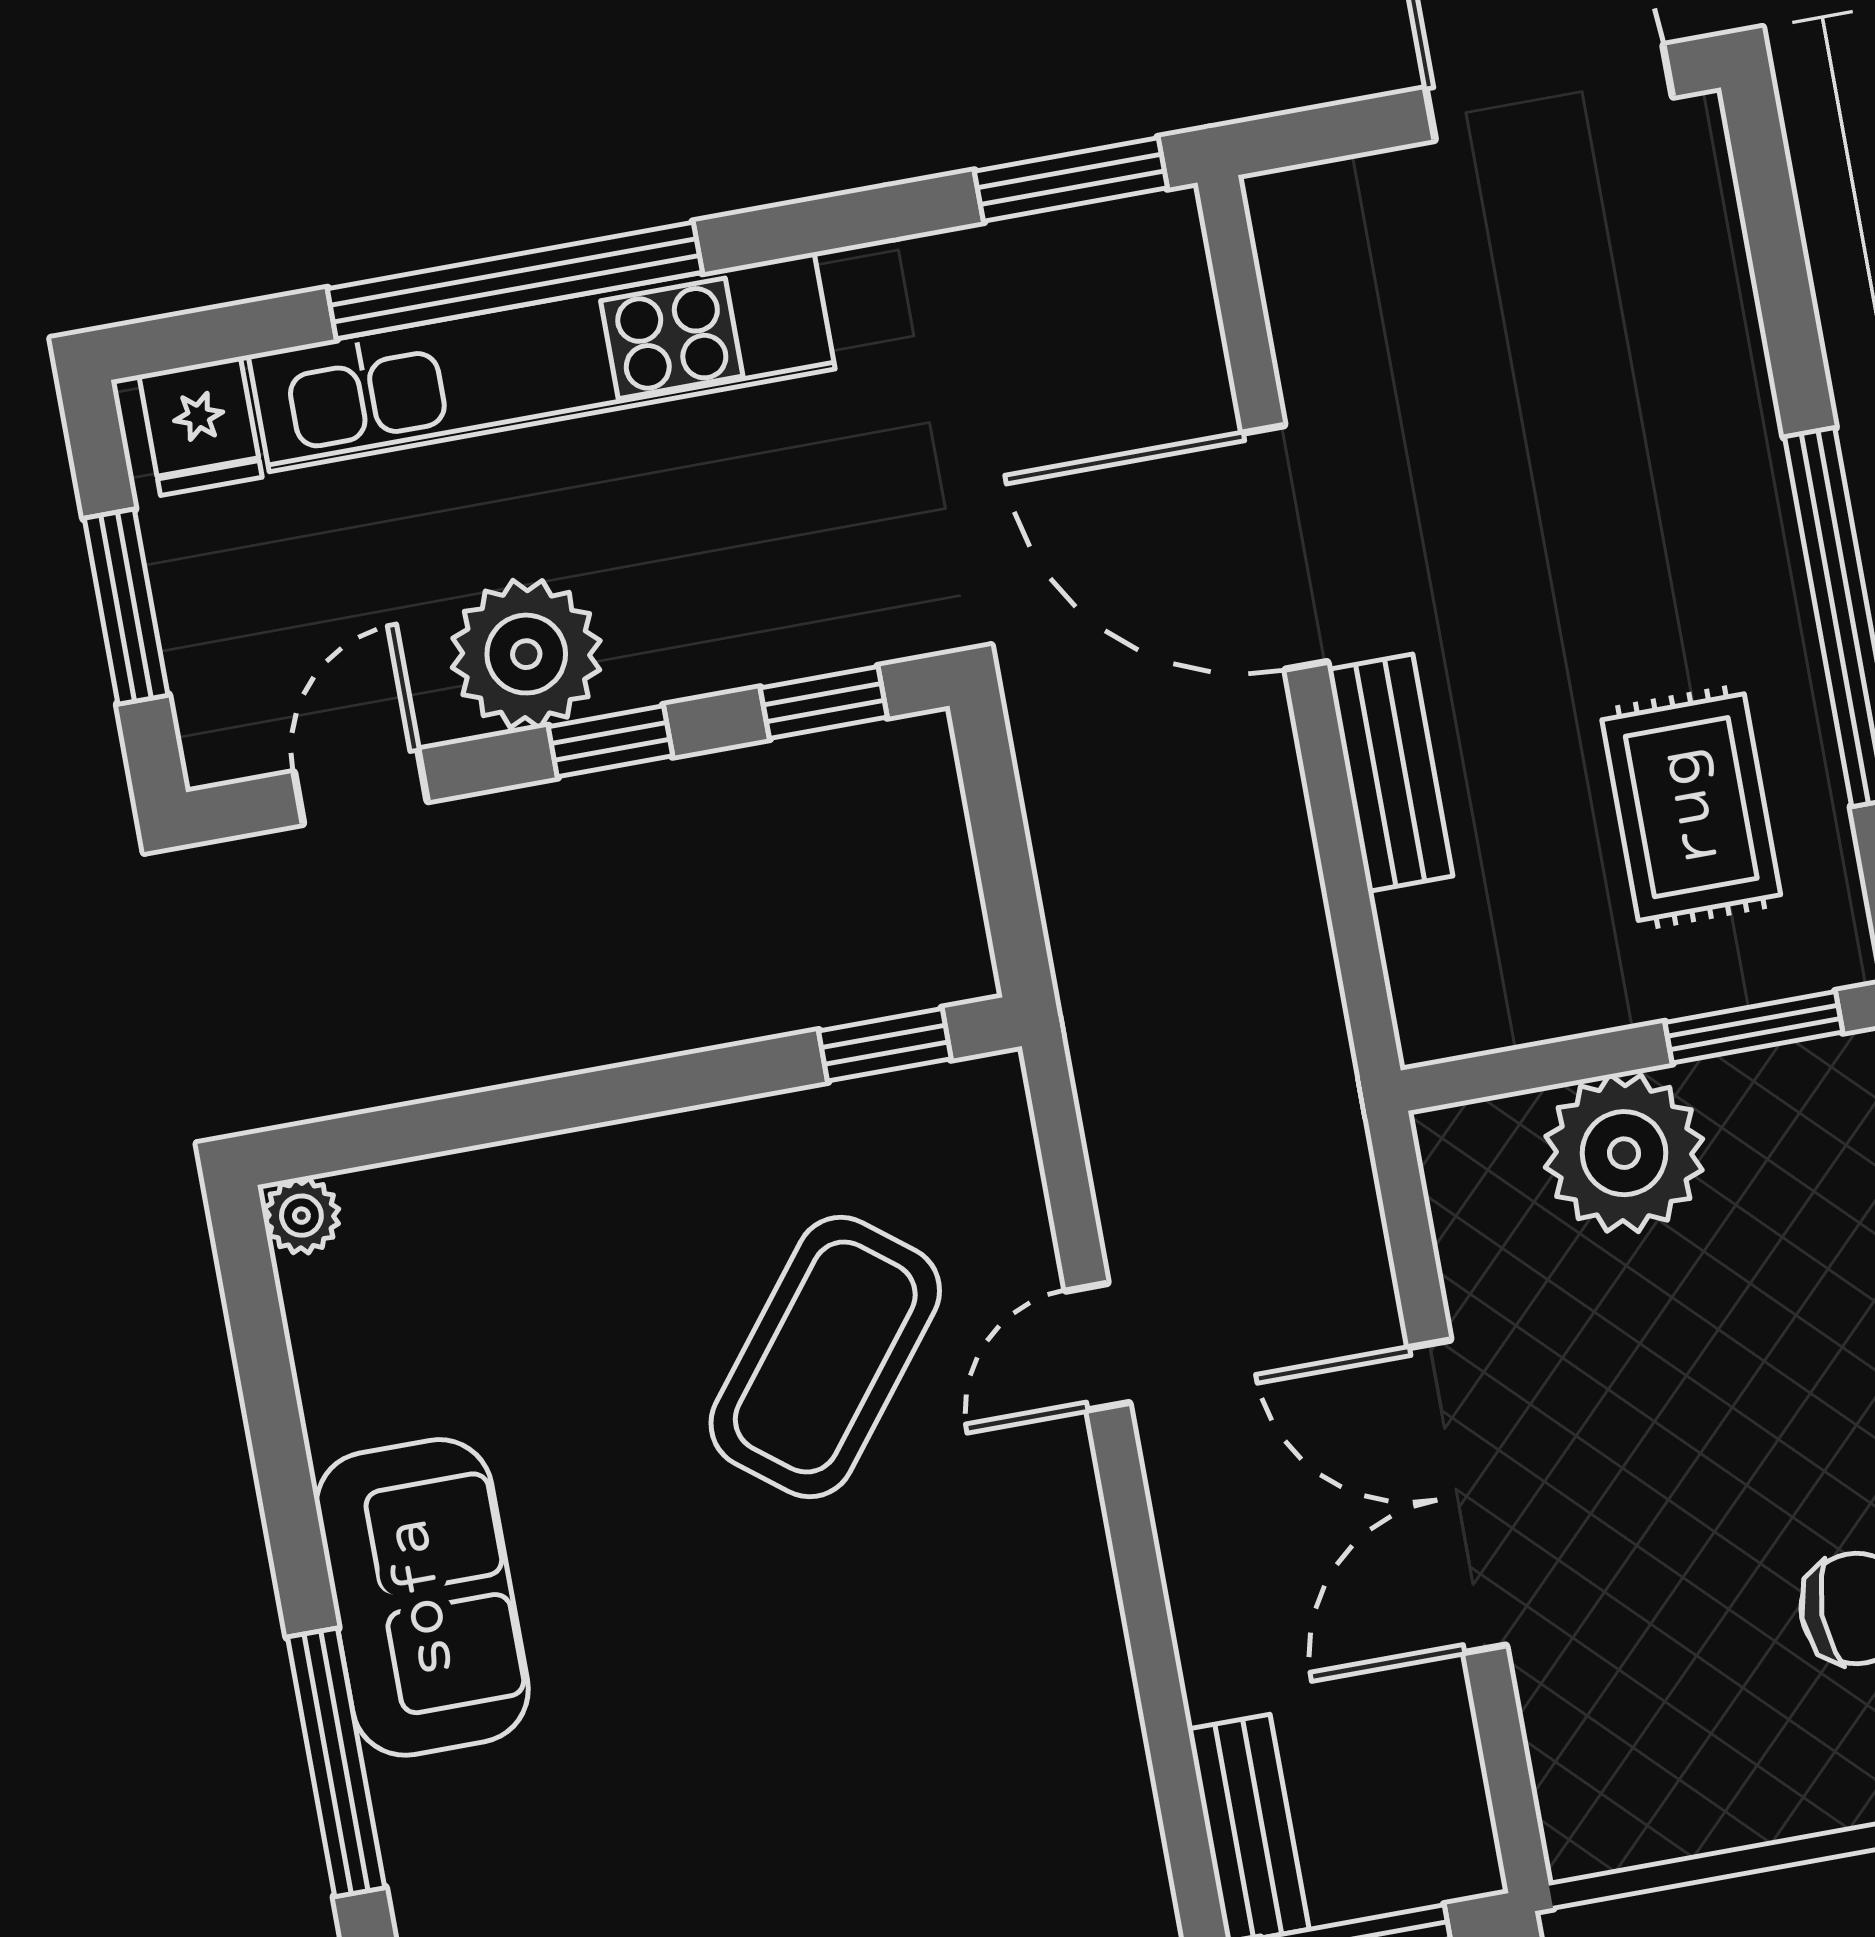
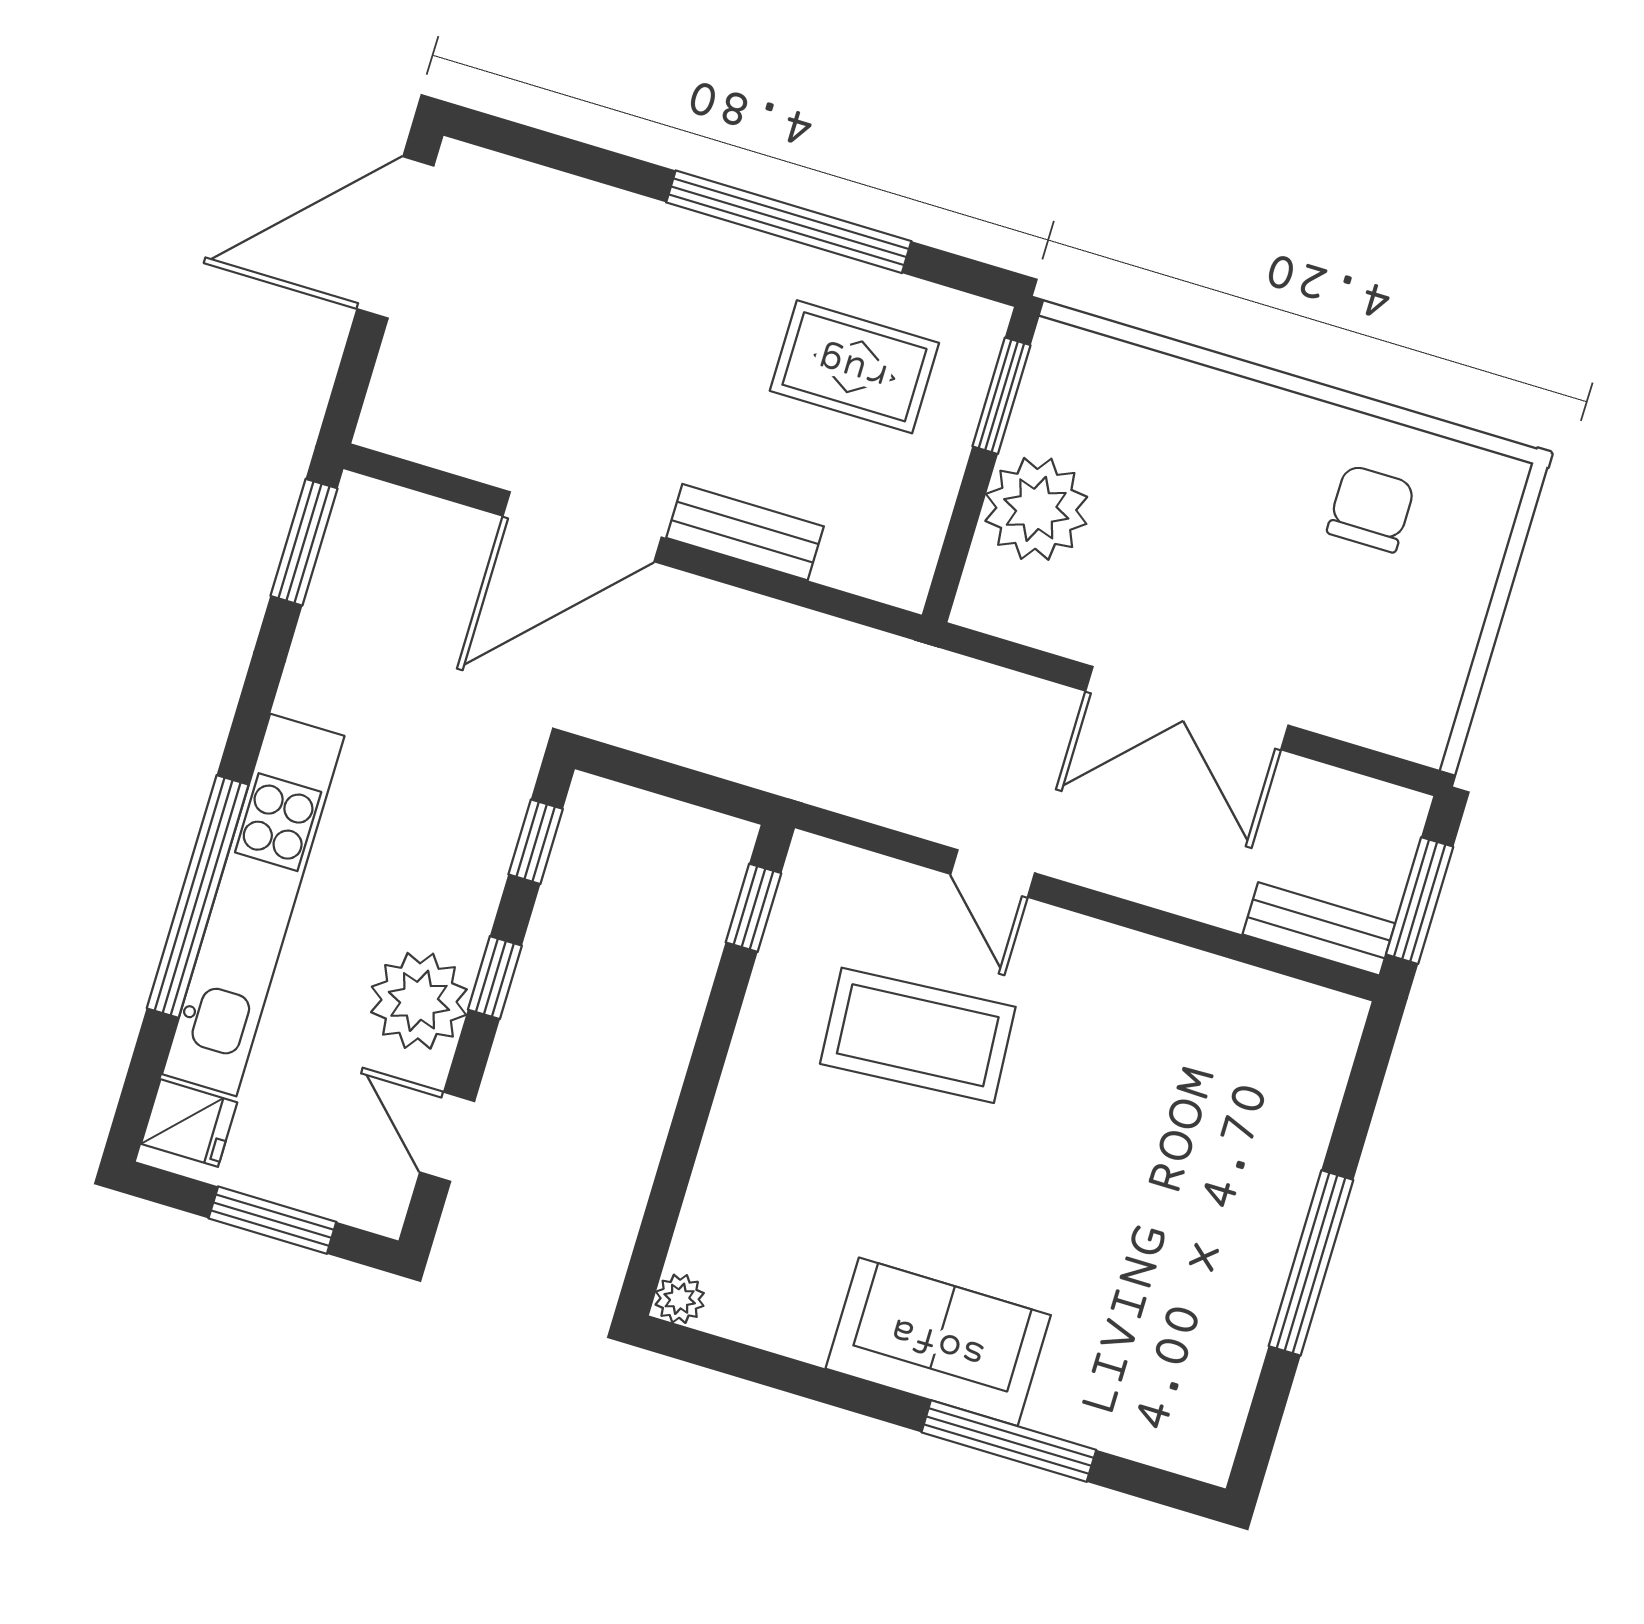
coffee table: (825, 1357) -> (918, 1035), turned -42

